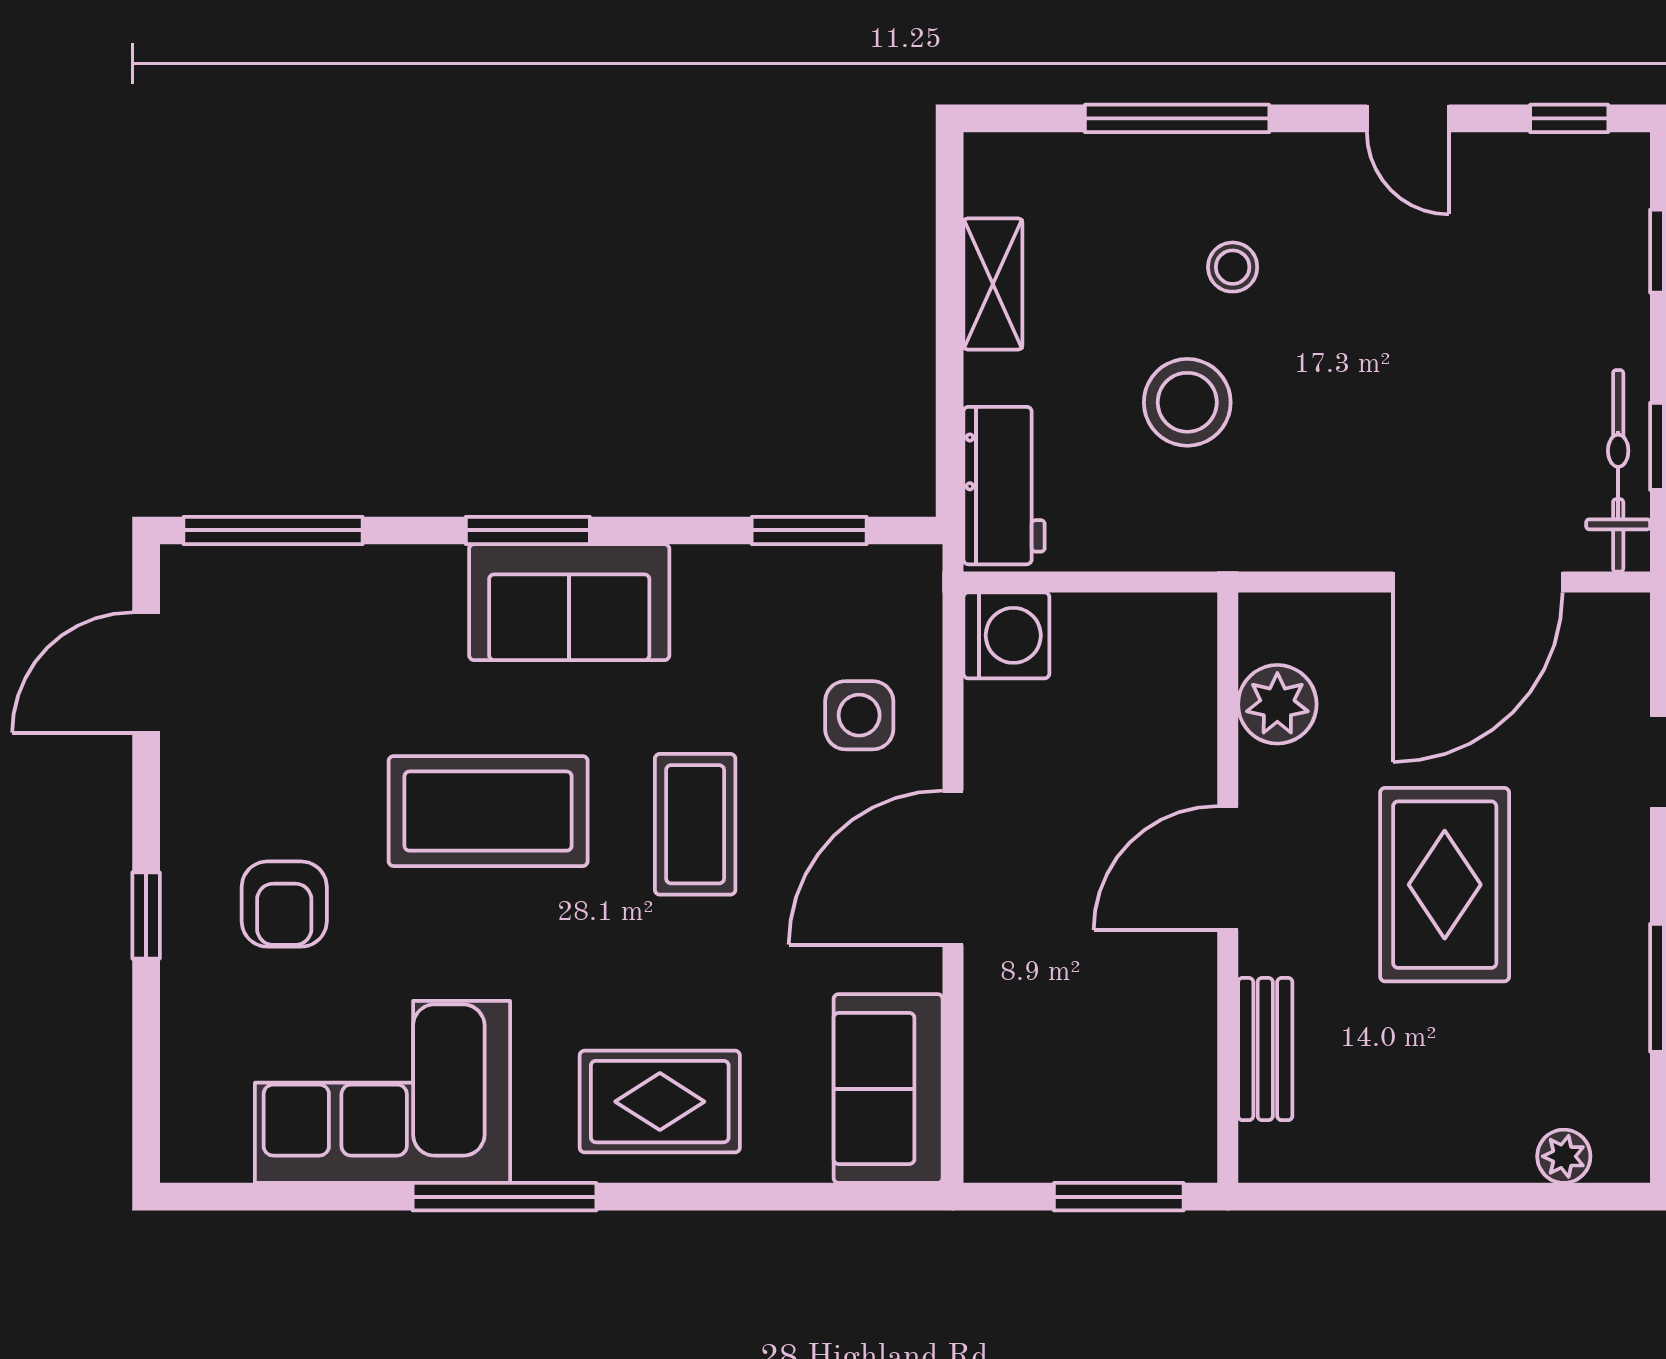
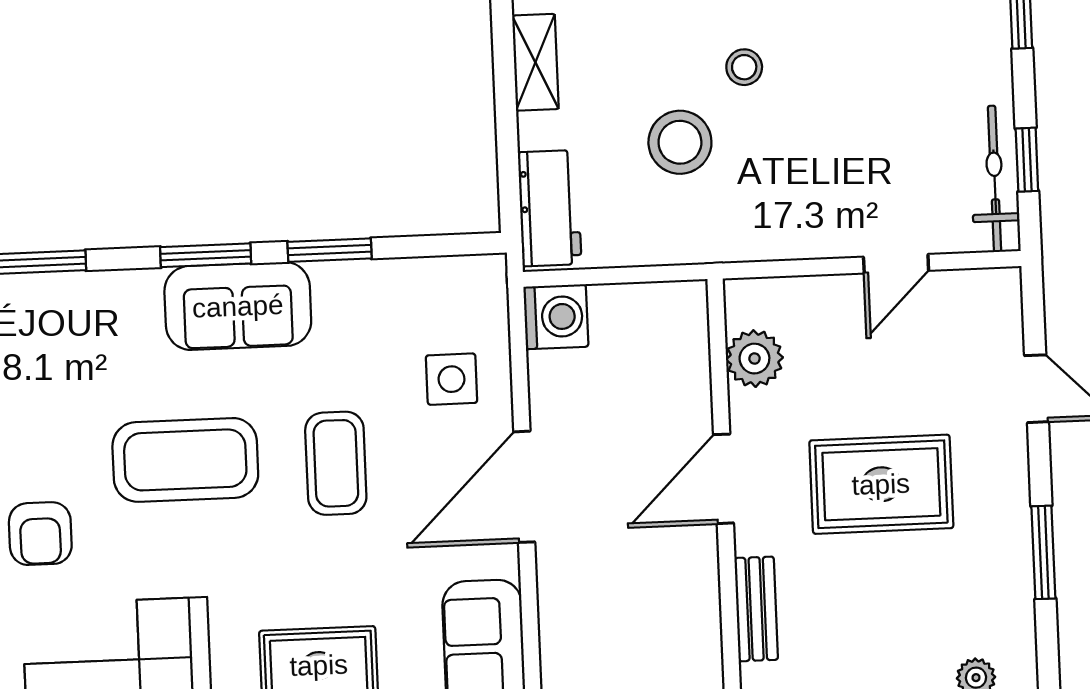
stool: (1233, 267) -> (744, 67), moved
window: (809, 530) -> (330, 250), moved
door: (1478, 582) -> (896, 264), width x0.53
rug: (1445, 885) -> (881, 484), turned 90

